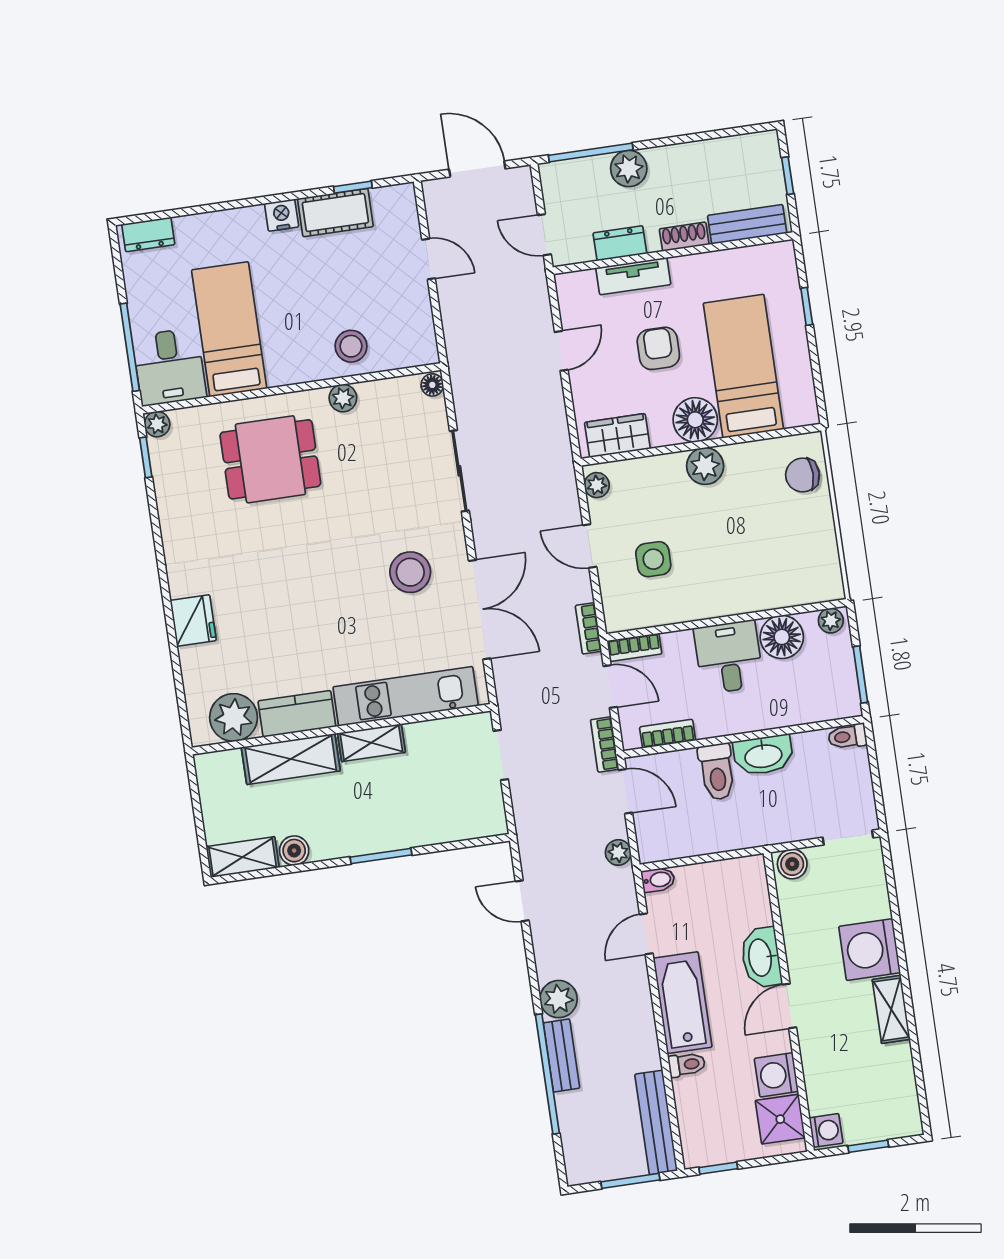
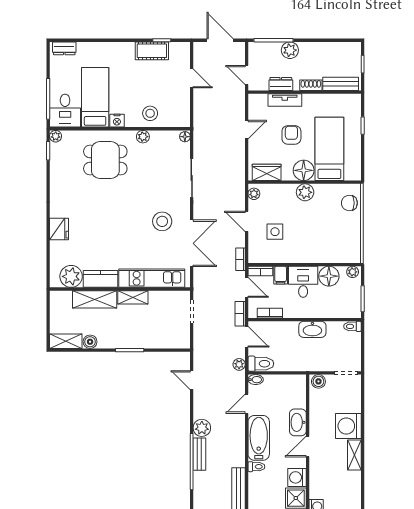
nightstand: (282, 215) -> (117, 121), moved, turned 180
filing cabinet: (679, 650) -> (281, 275), added
toilet: (717, 772) -> (261, 364), moved, turned -90

